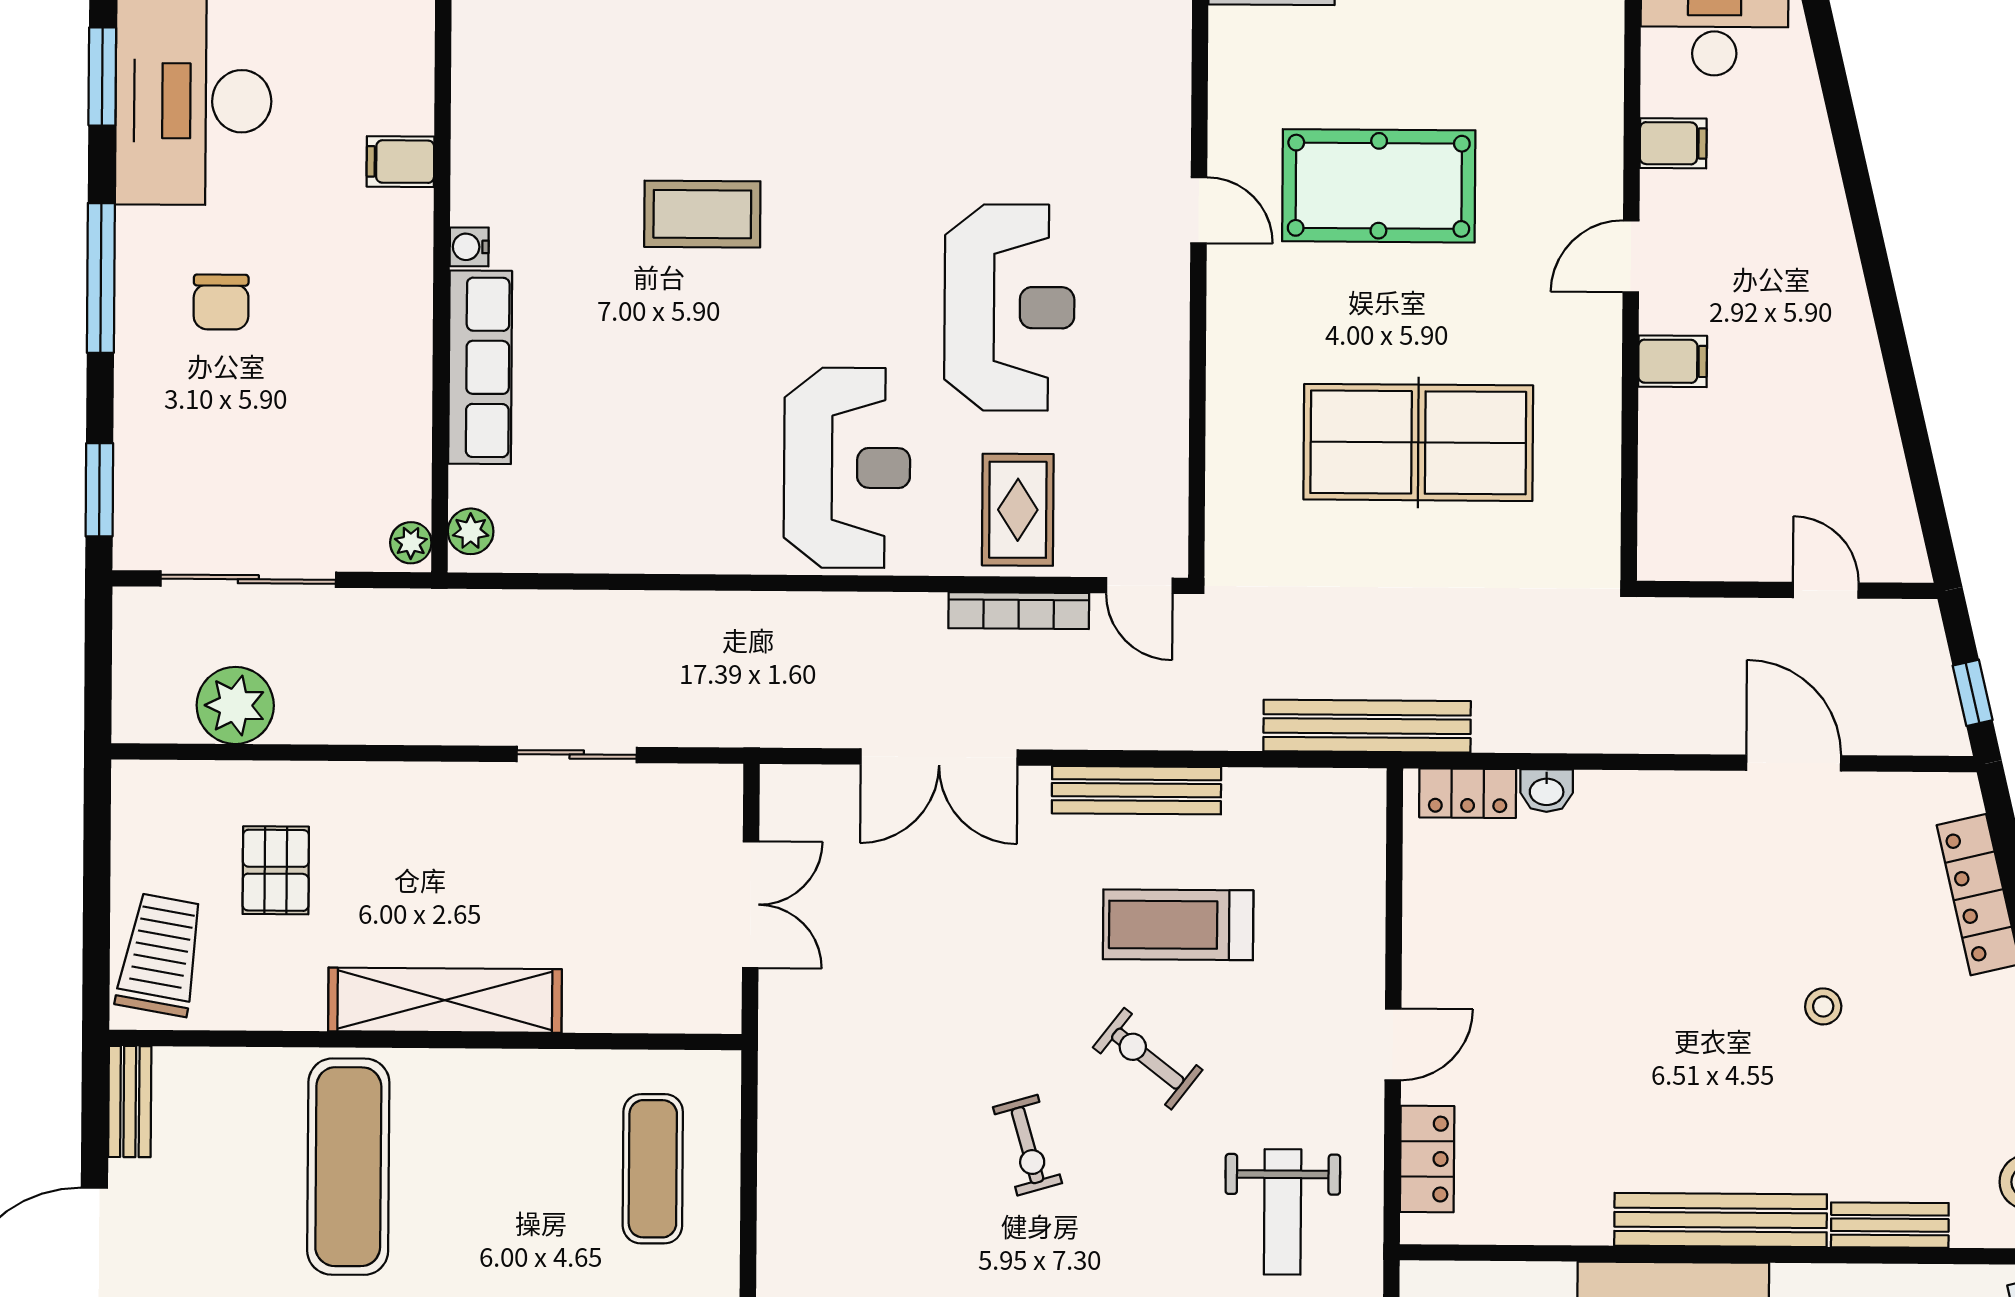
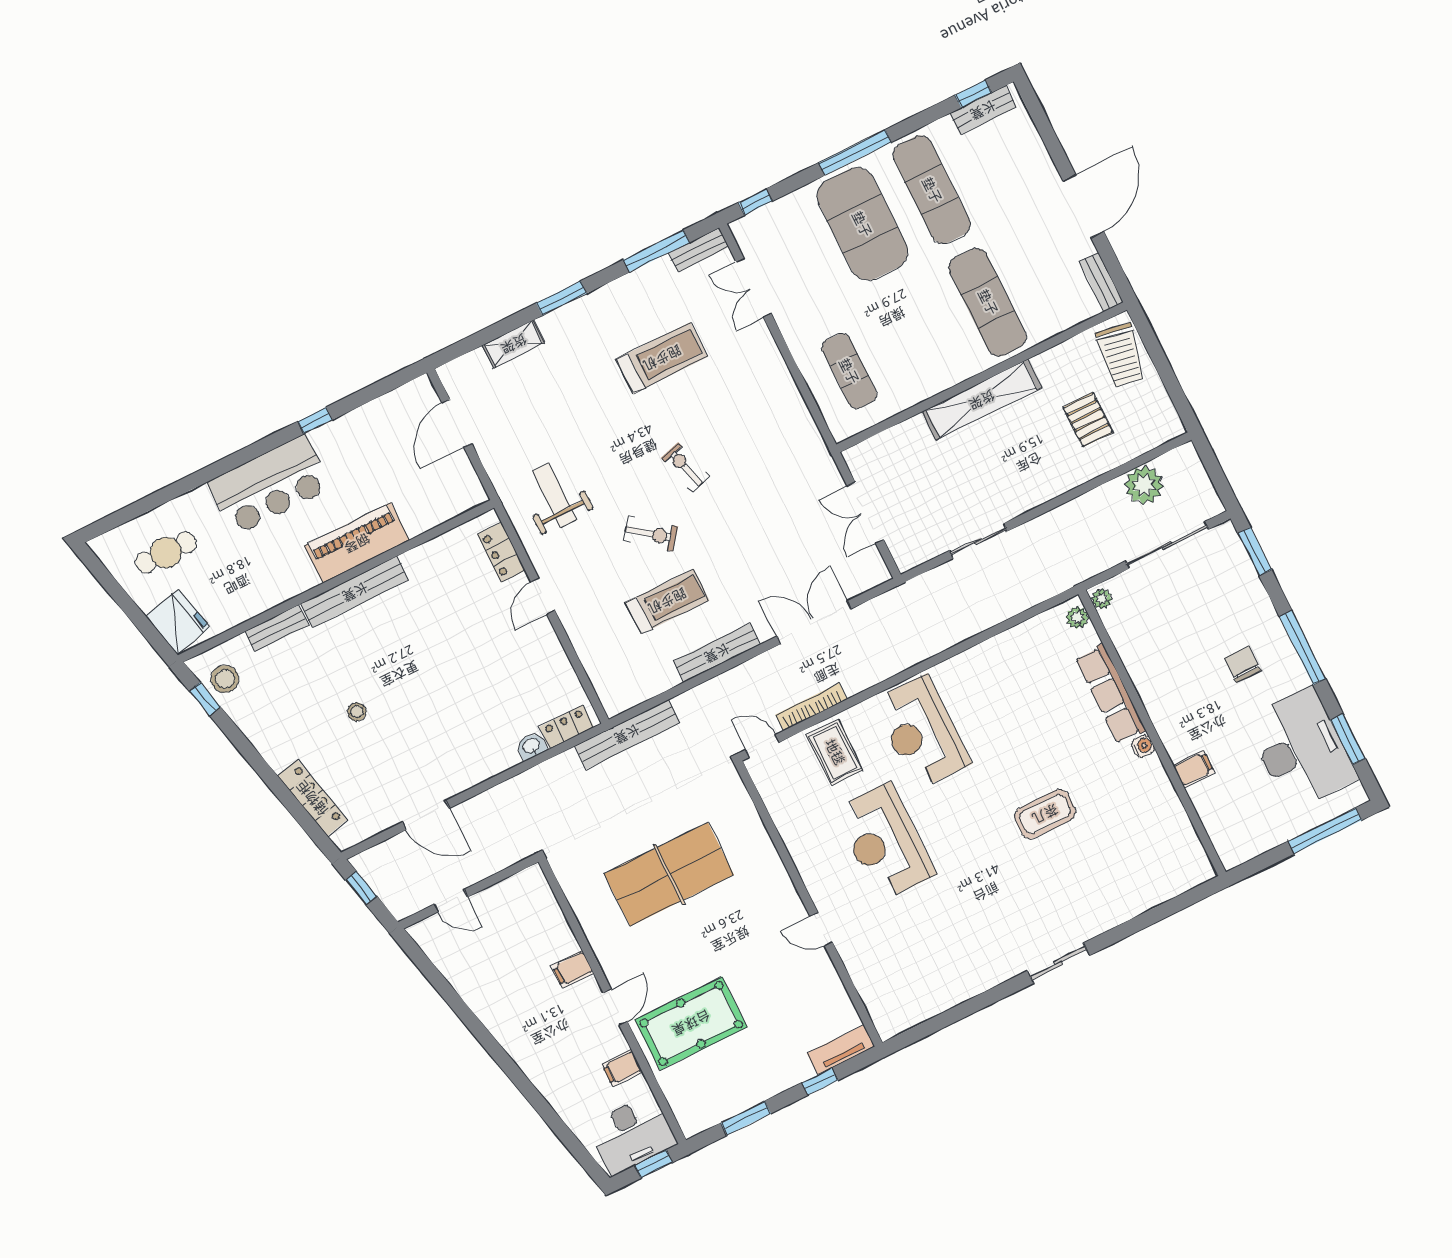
pool table: (1379, 186) -> (691, 1023), moved

